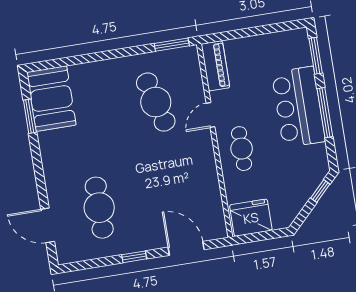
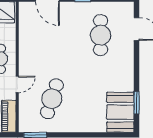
cafe table: (156, 102) -> (52, 99), turned 33

